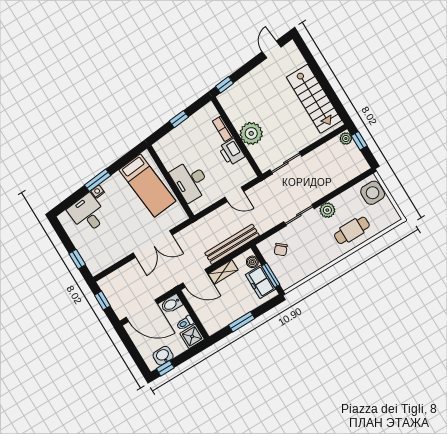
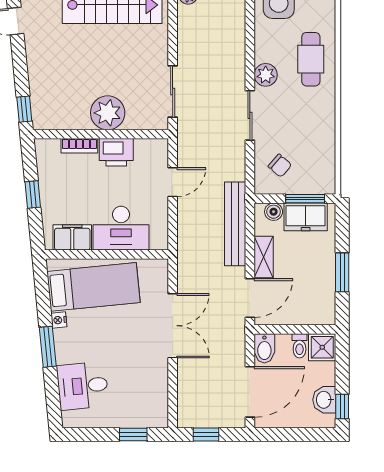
filing cabinet: (168, 156) -> (72, 237), added
nightstand: (98, 192) -> (59, 320), moved

